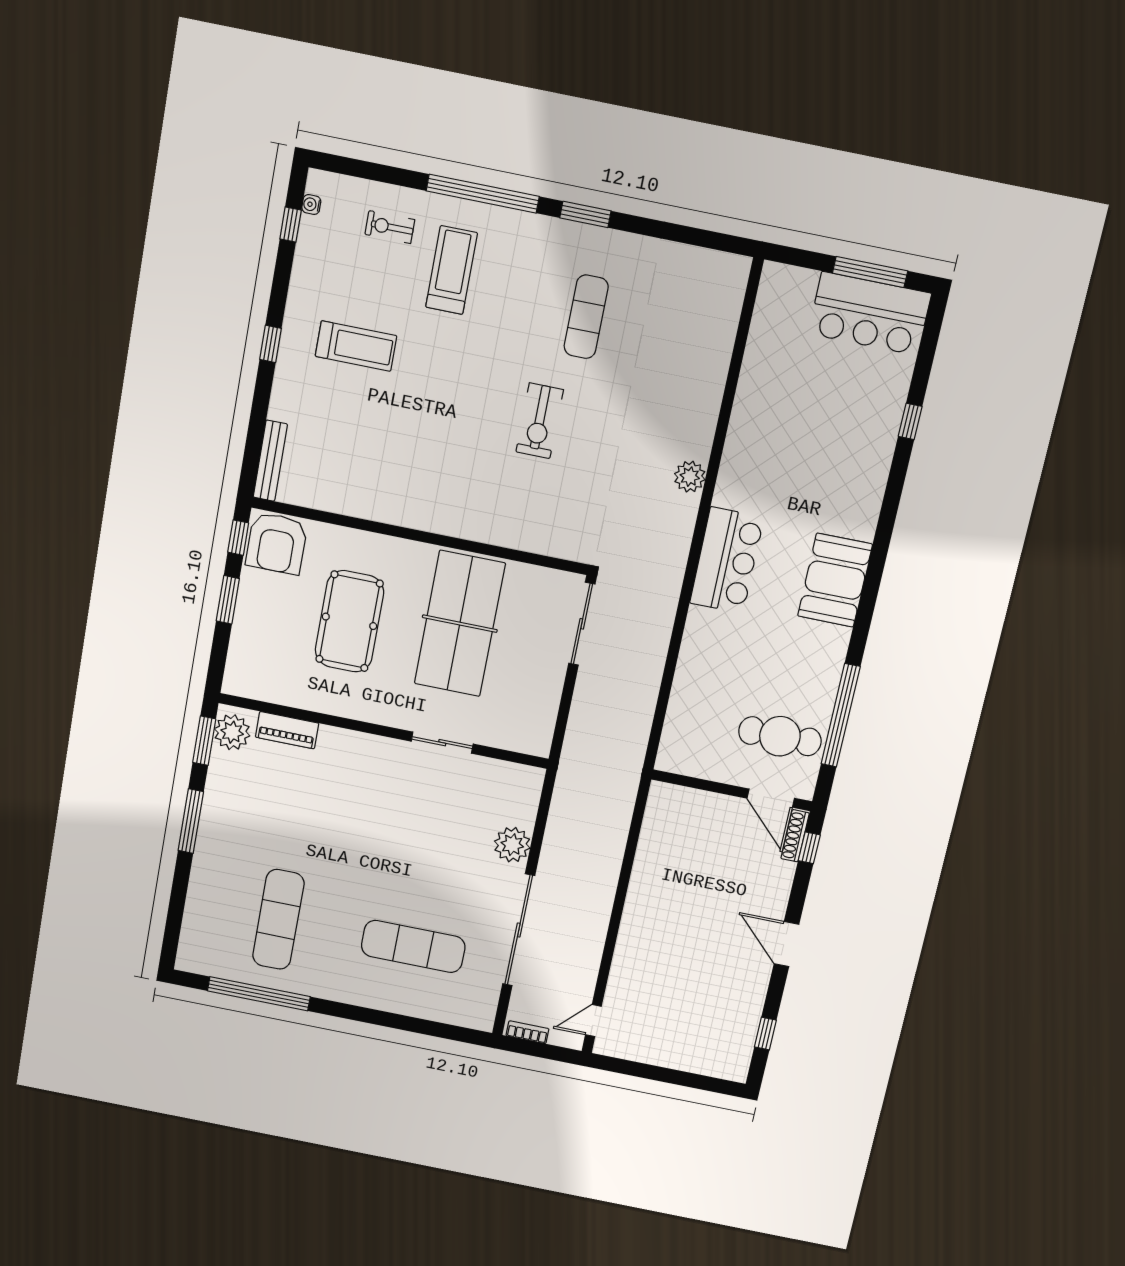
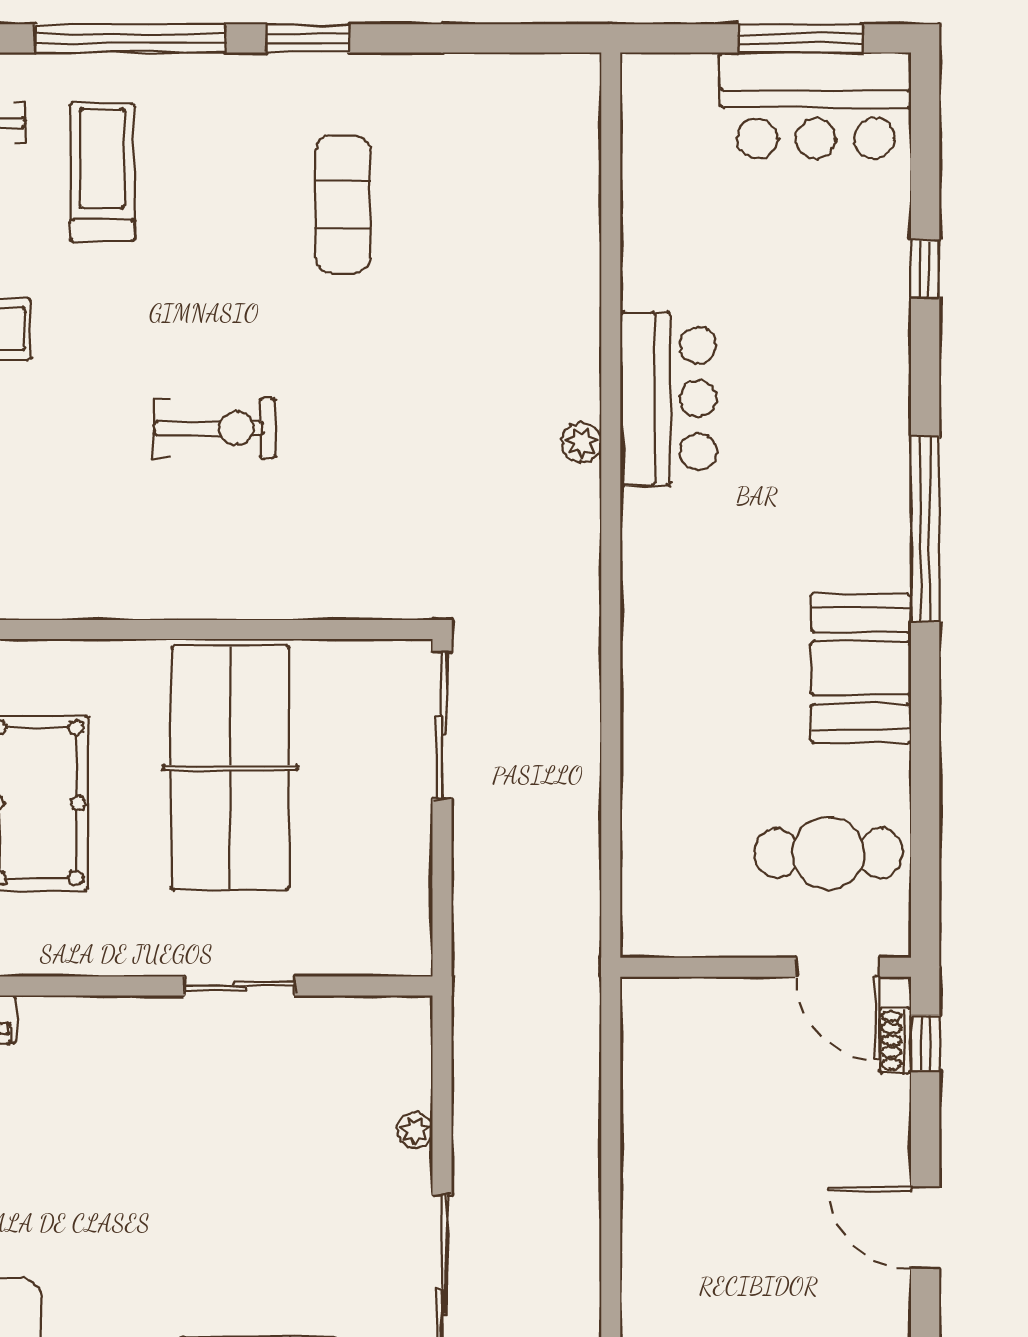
exercise bike: (540, 421) -> (215, 428), moved, turned -90
plant: (690, 477) -> (582, 443), width x0.73, depth x0.73
bar counter: (727, 560) -> (668, 399), moved
booth: (835, 580) -> (861, 668), moved
window: (841, 715) -> (925, 529), moved
shoe rack: (795, 836) -> (895, 1040), width x0.70
plant: (512, 845) -> (415, 1130), width x0.53, depth x0.53

